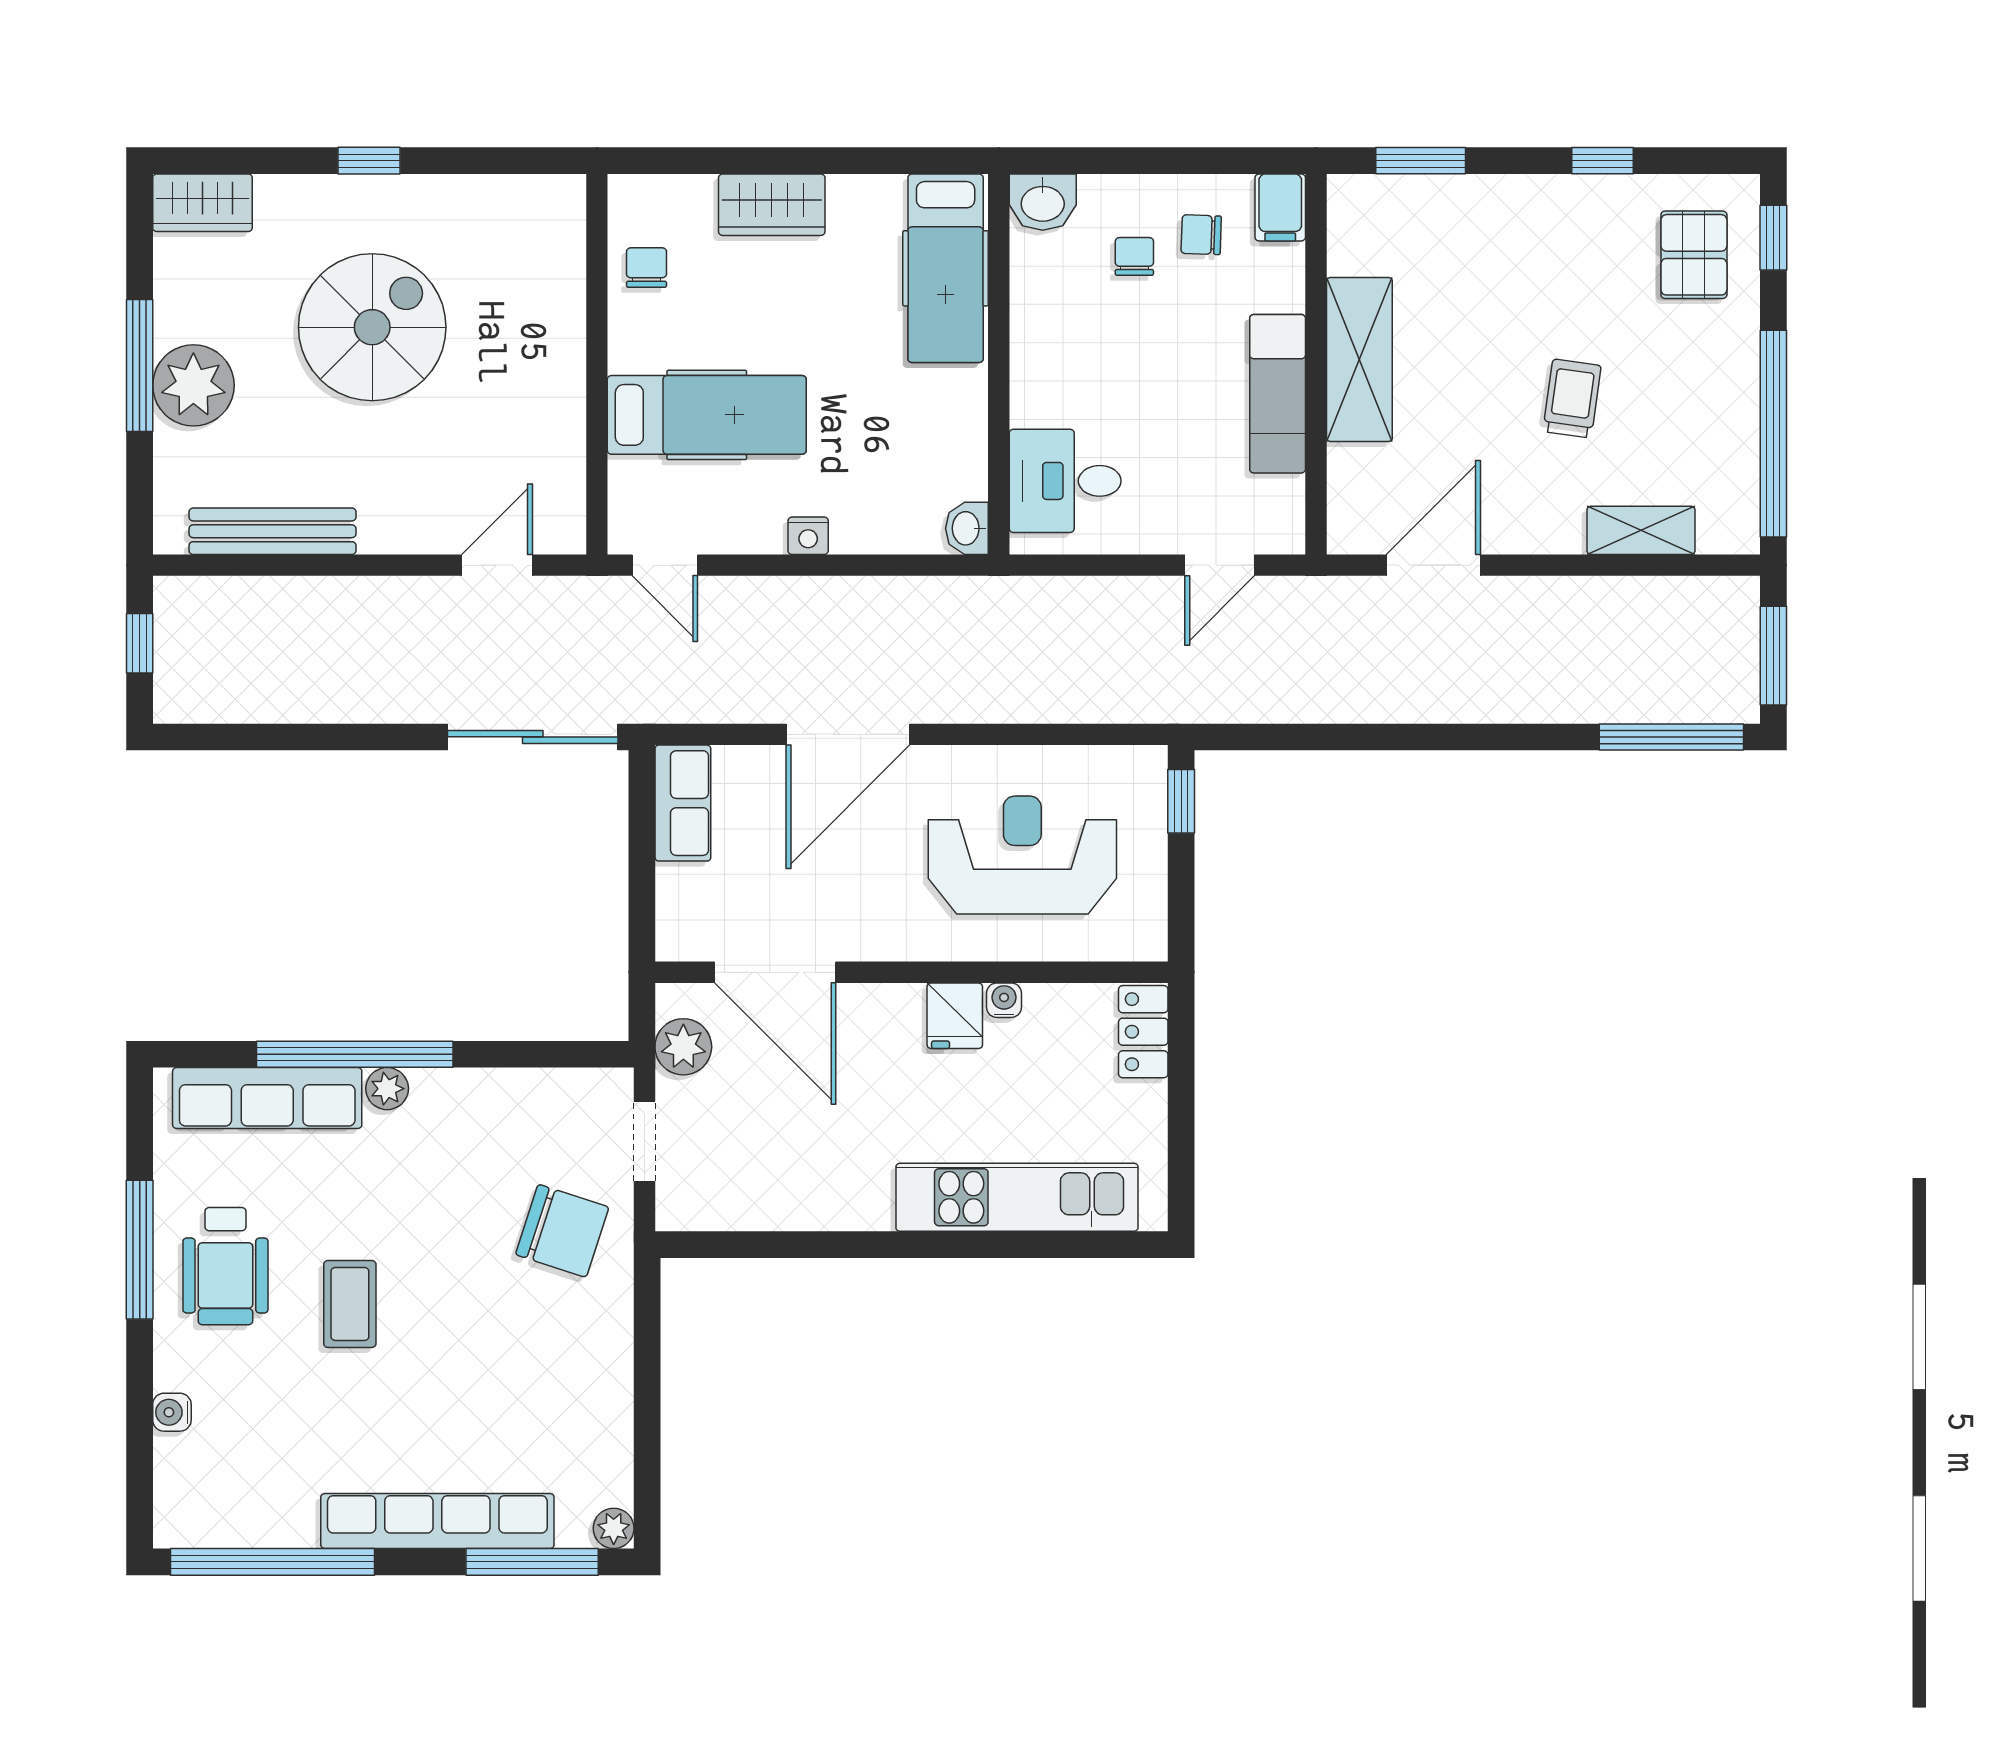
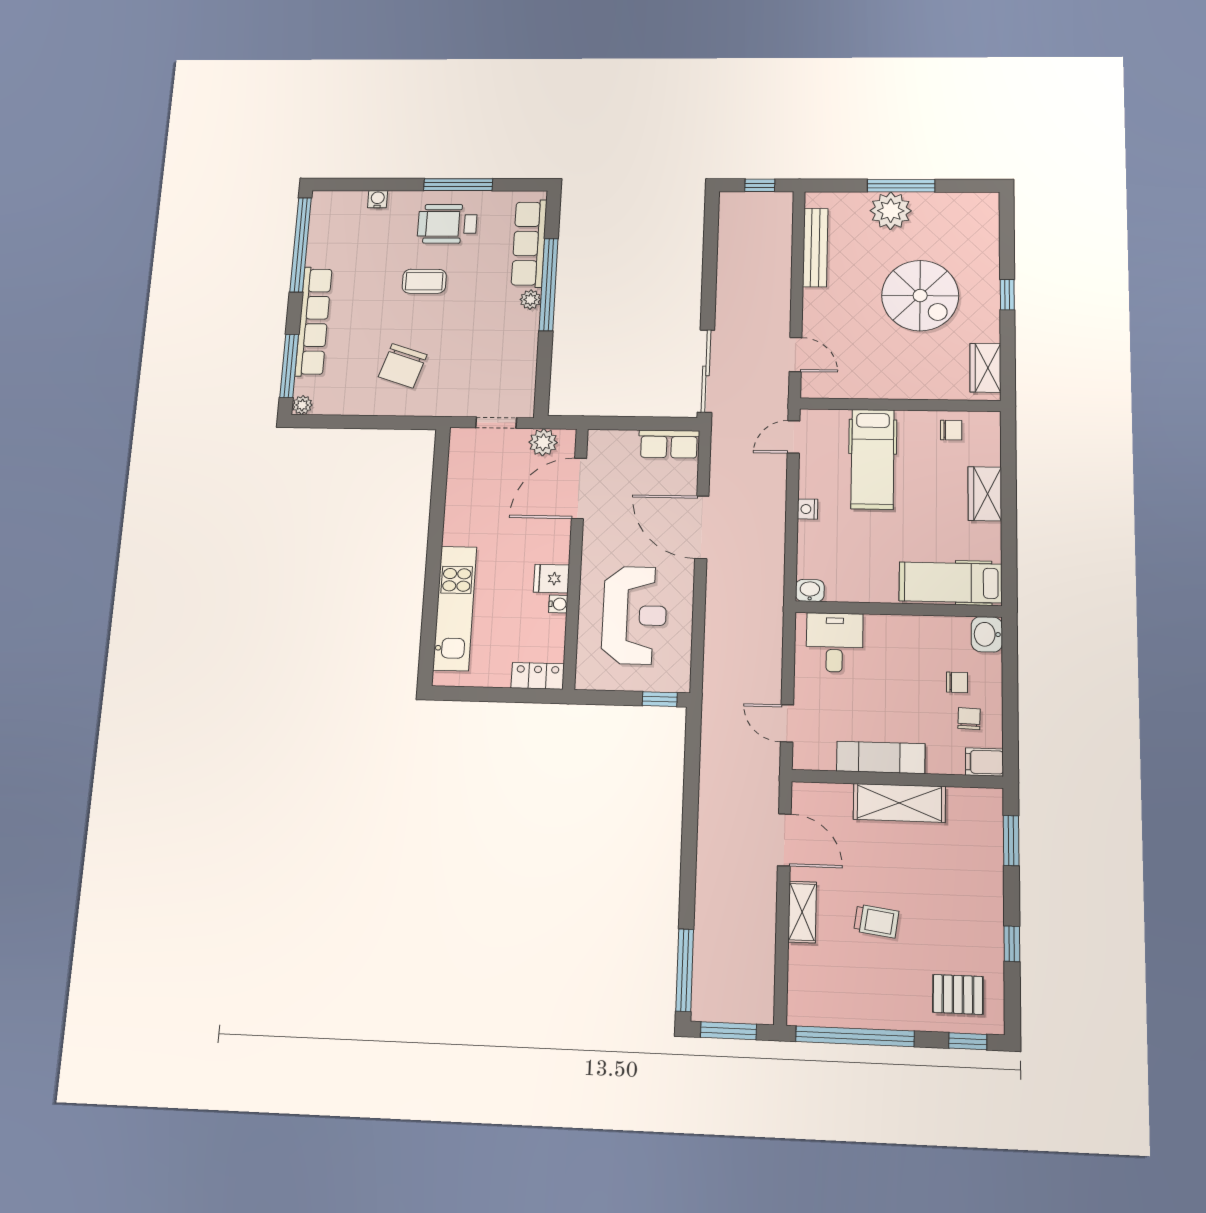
wardrobe: (202, 203) -> (985, 368), moved
shelving: (1641, 530) -> (802, 912), moved
chair: (562, 1231) -> (403, 366), moved

